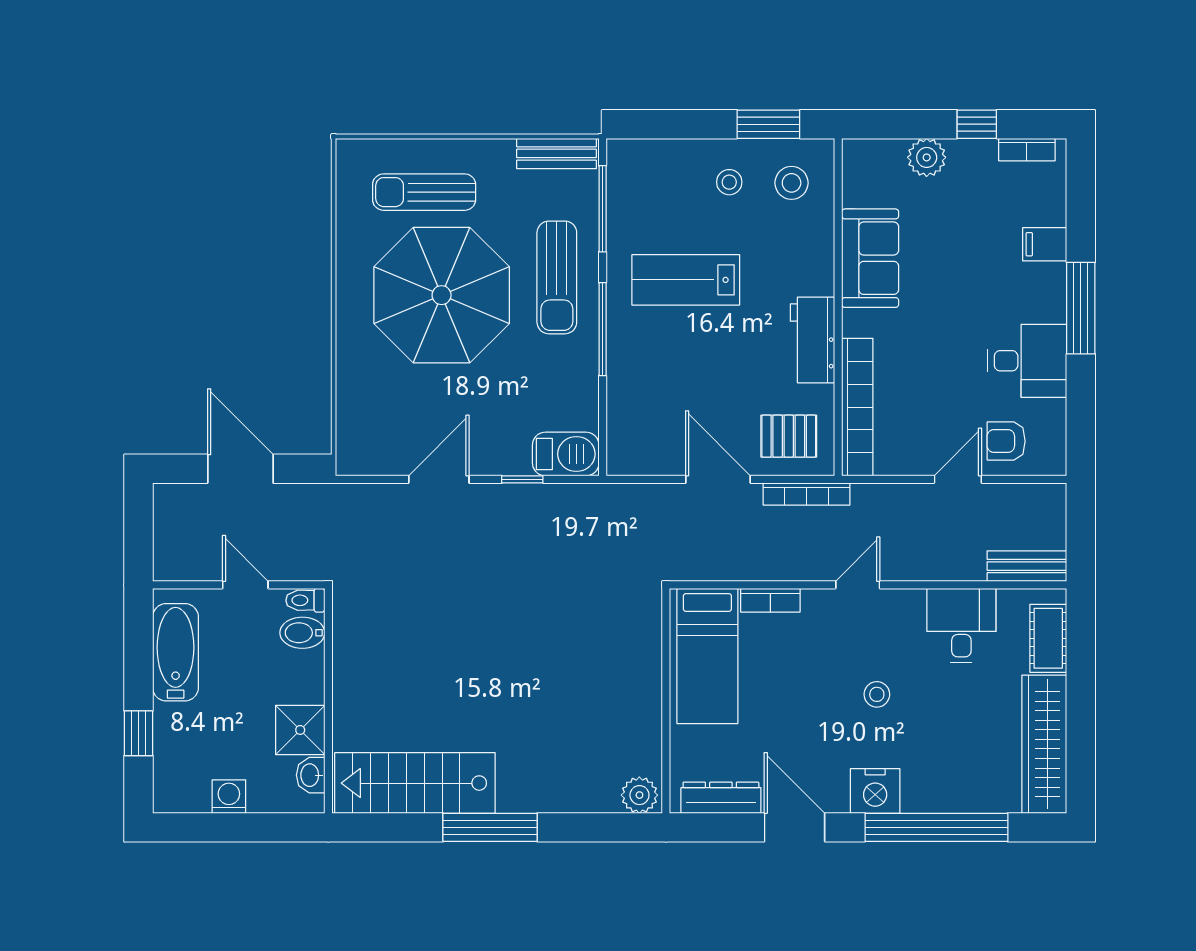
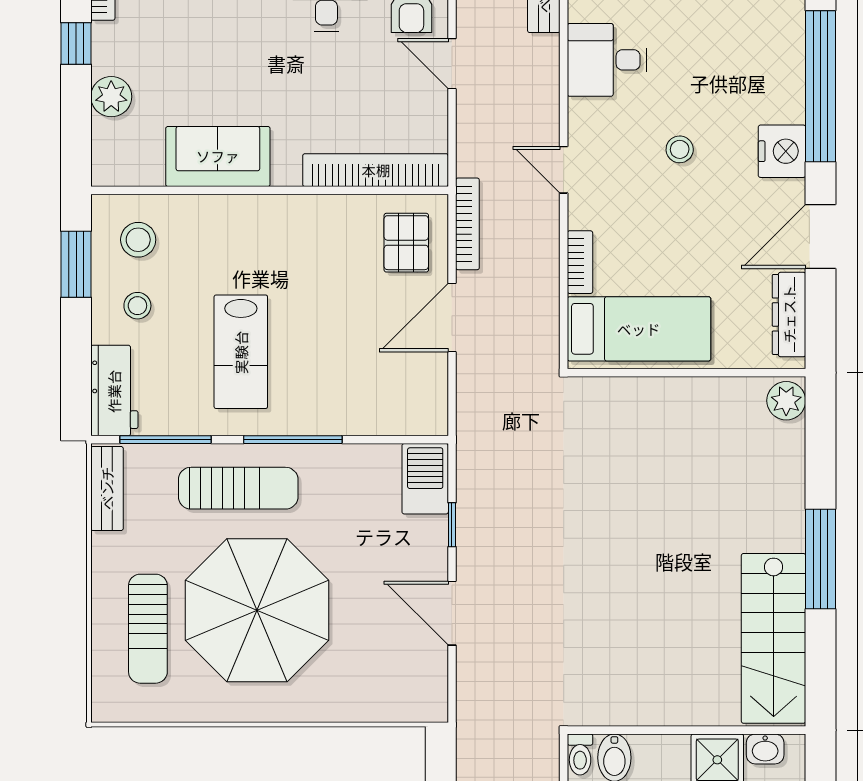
workbench: (812, 340) -> (114, 391), moved, turned -90

